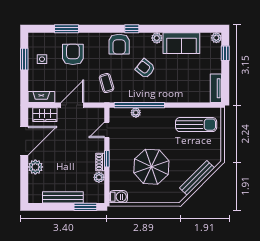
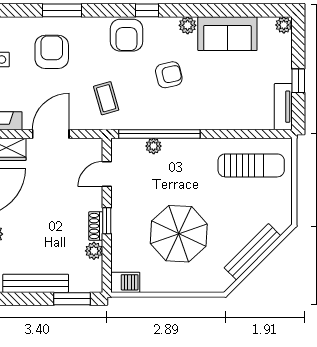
window: (67, 29) -> (62, 10), moved
window: (225, 53) -> (298, 81), moved
armchair: (145, 69) -> (169, 75), turned 128

